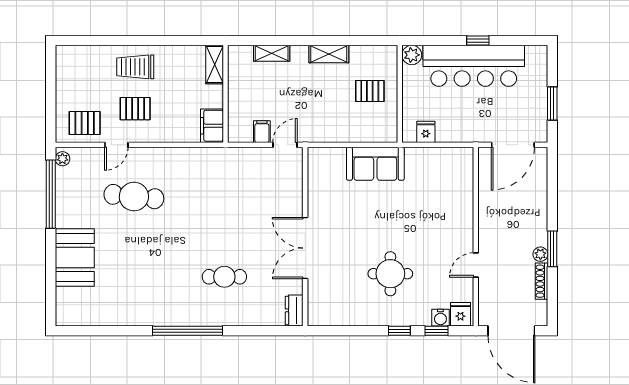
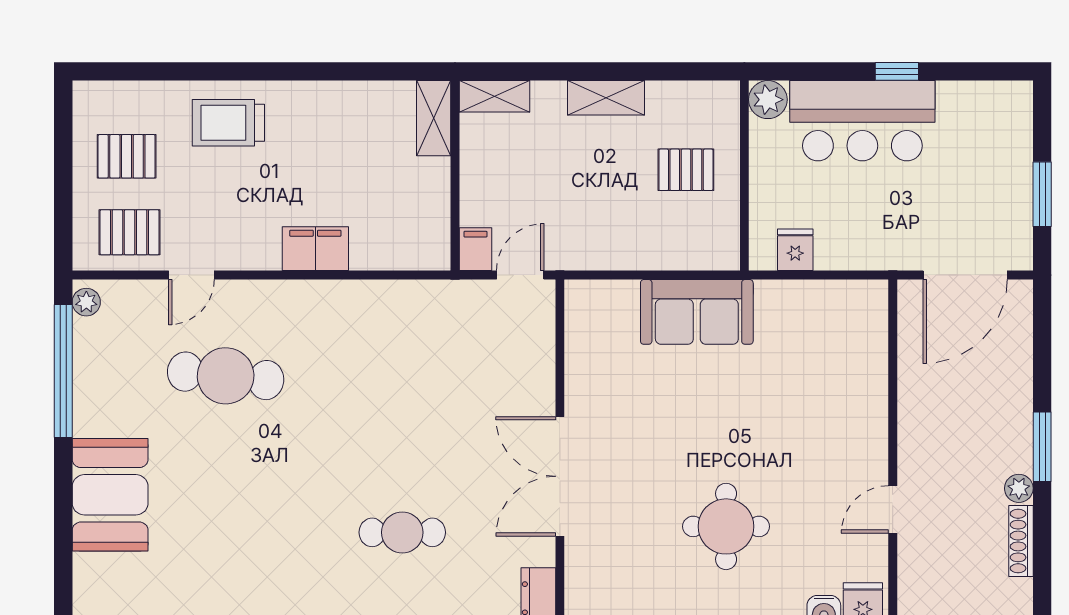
shelving: (215, 64) -> (434, 118), moved
bar counter: (474, 66) -> (862, 121), width x0.73
wall: (225, 94) -> (455, 176), moved
pallet: (135, 109) -> (127, 156), moved
filing cabinet: (212, 126) -> (315, 249), moved, turned 90
window: (552, 249) -> (1042, 447), moved

